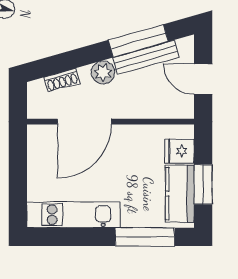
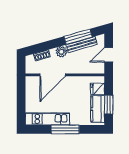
door: (203, 79) -> (109, 55), hinge flipped
window: (145, 237) -> (65, 129), moved

